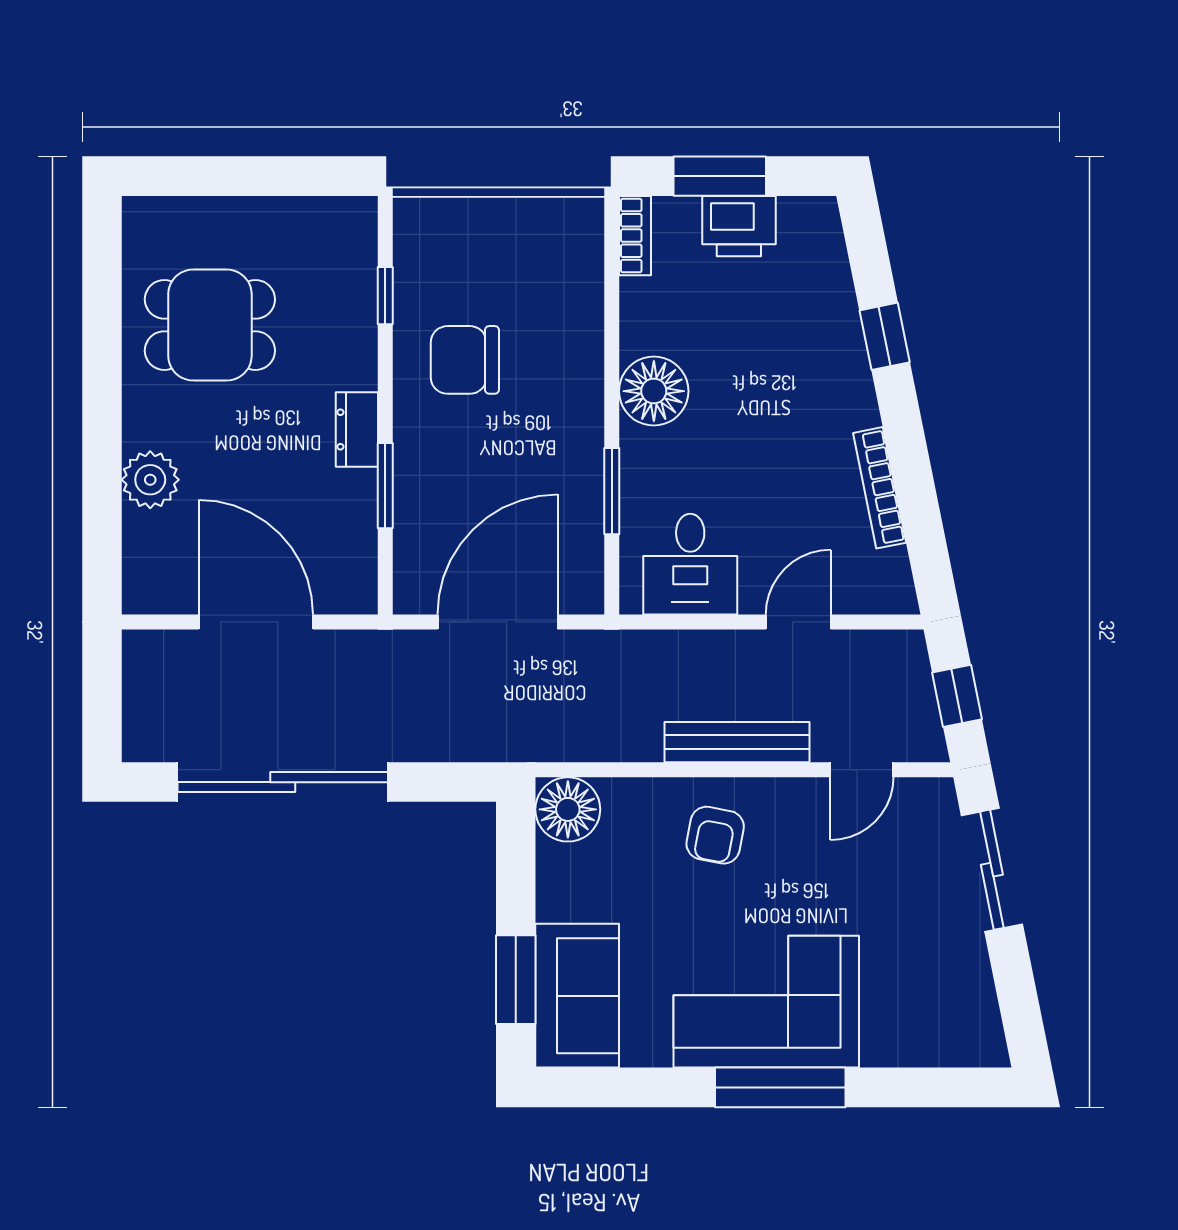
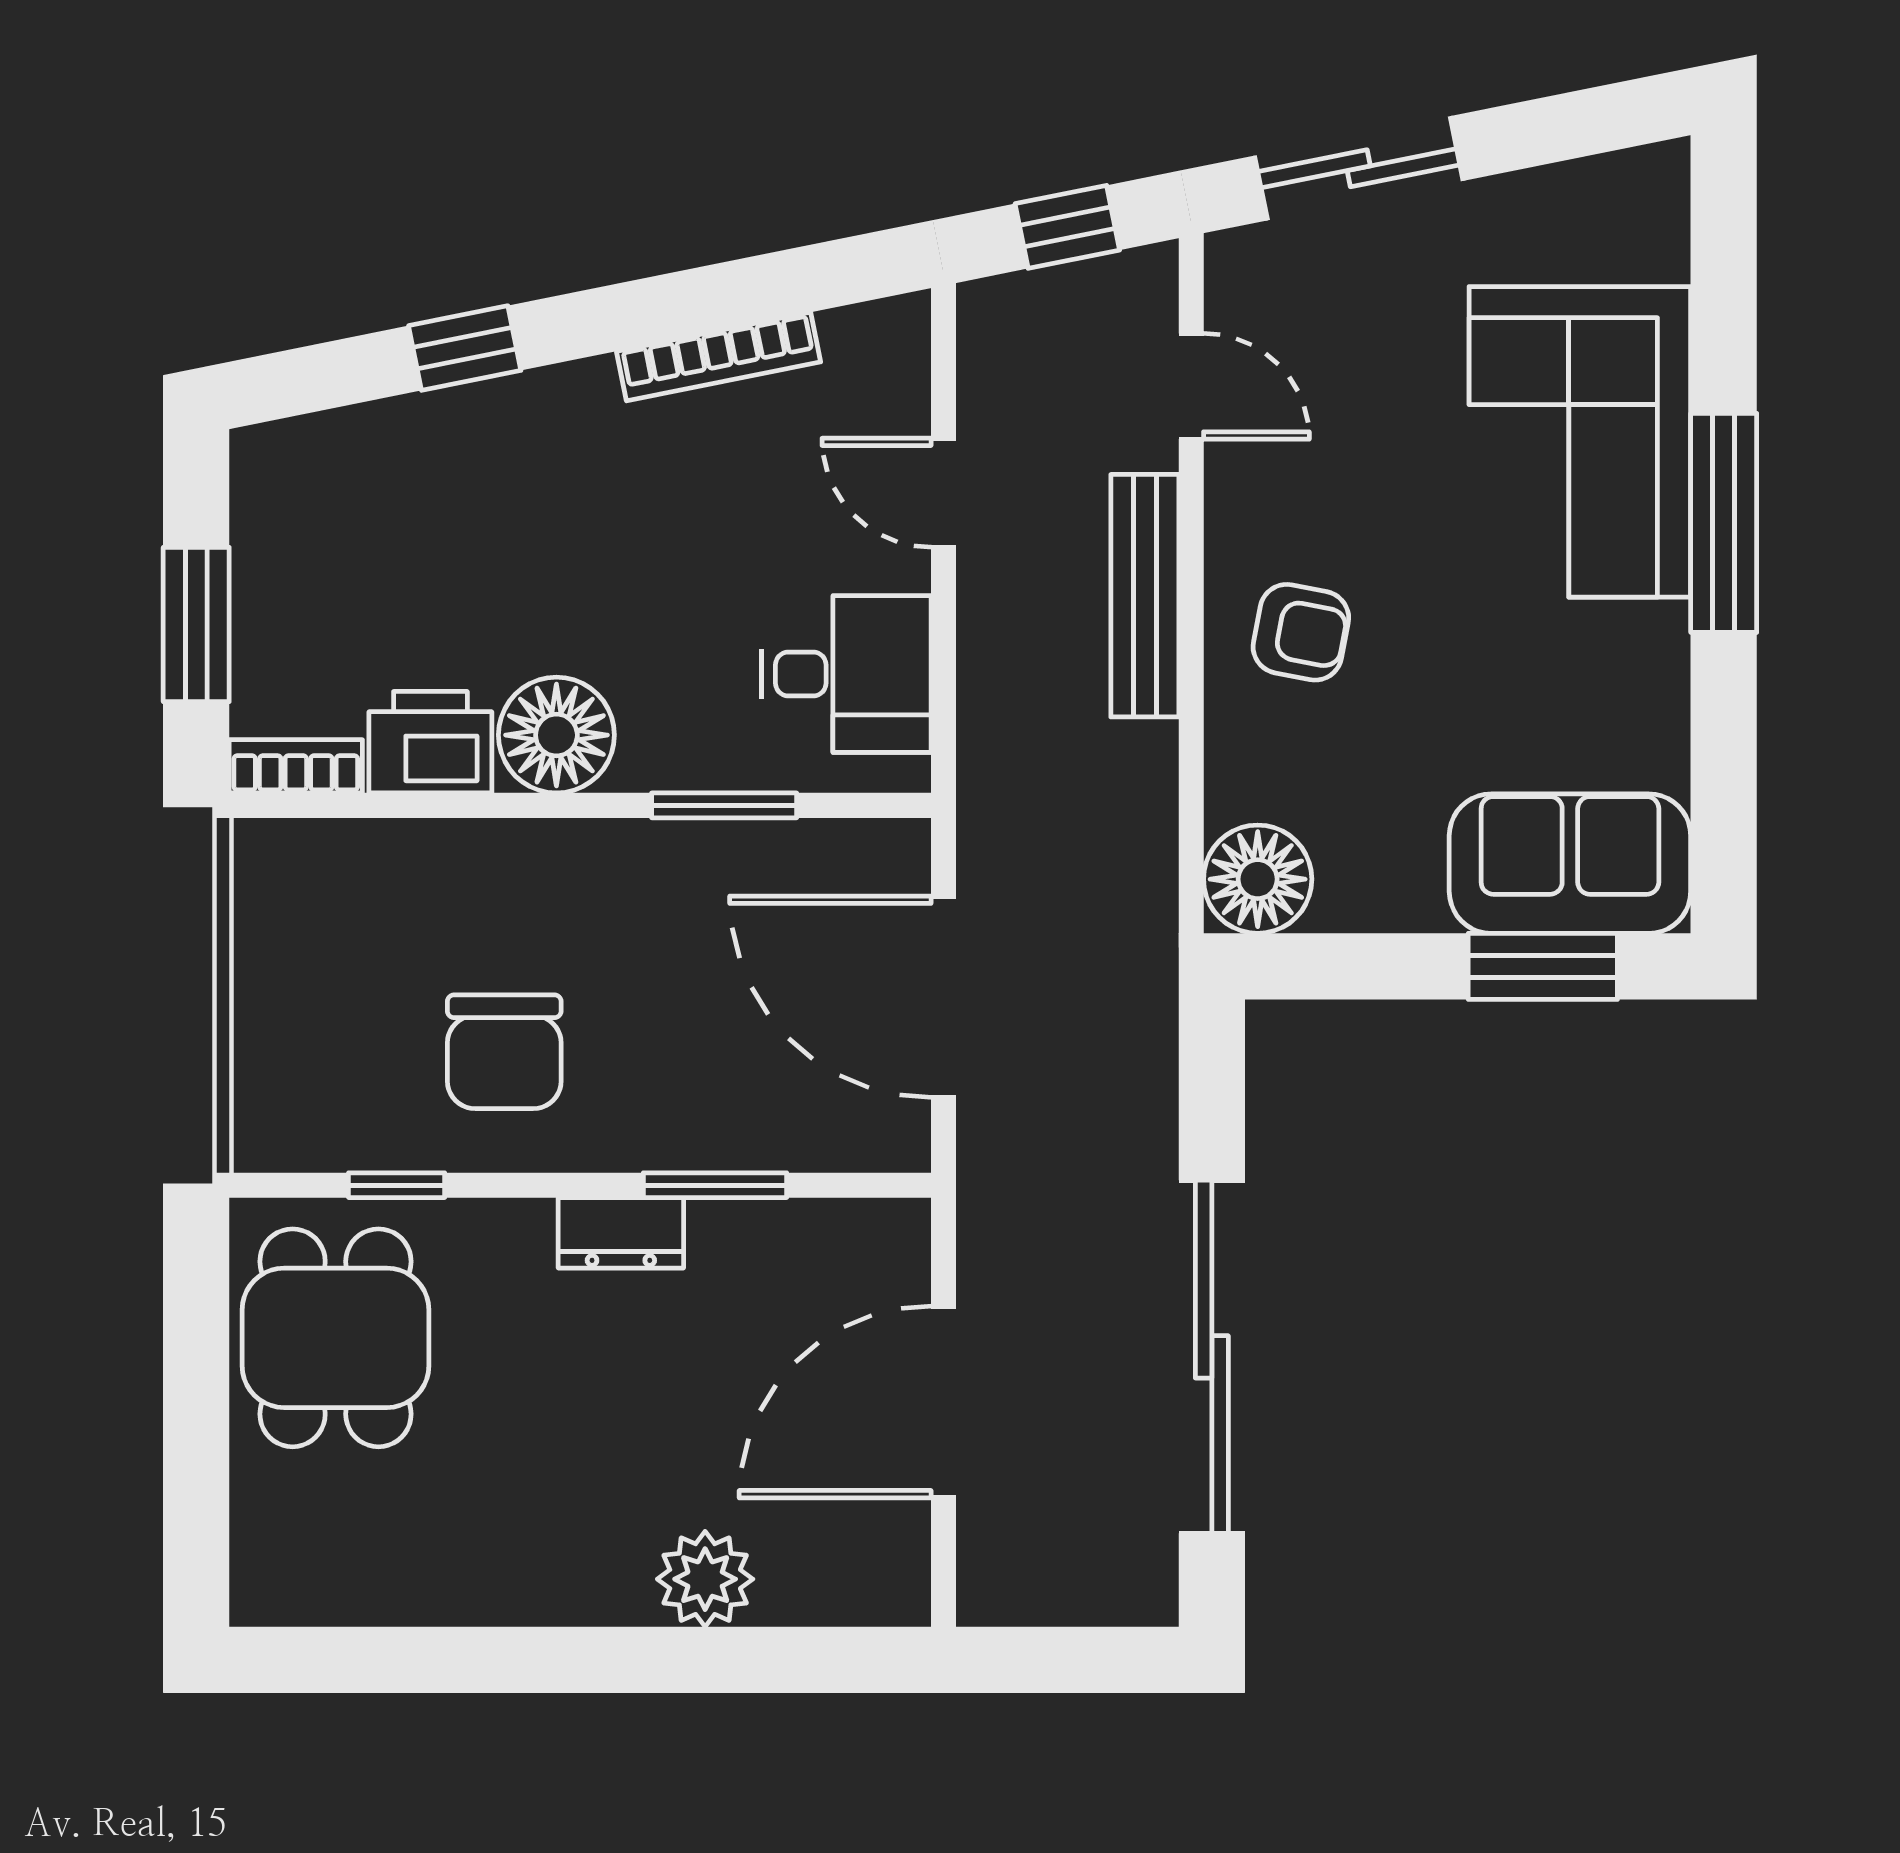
printer: (739, 226) -> (430, 742), moved, turned -90
dining table: (210, 325) -> (335, 1338), moved
corner sofa: (766, 1002) -> (1580, 442), moved

